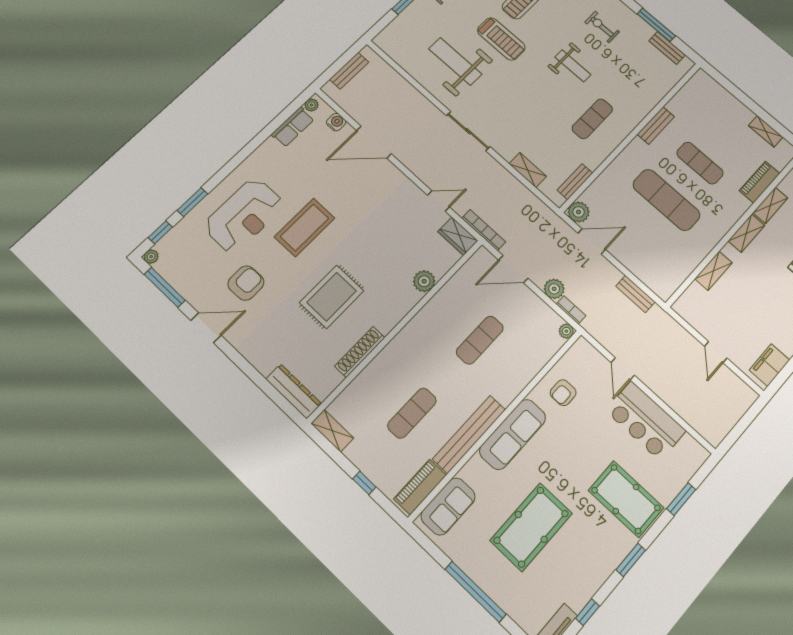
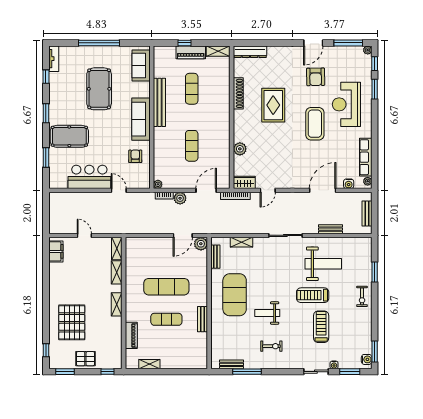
exercise mat: (592, 119) -> (235, 295), width x2.00, depth x1.45
row of seats: (293, 127) -> (366, 157), width x1.48
shelving: (770, 205) -> (117, 248), moved
bench: (635, 294) -> (331, 229), moved
piano: (420, 487) -> (191, 52), moved, turned 90

